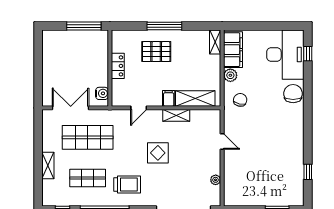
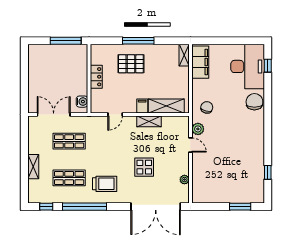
plant: (230, 75) -> (198, 129), moved
shop shelf: (88, 137) -> (69, 141), width x0.70, depth x0.74
display table: (158, 153) -> (144, 167), moved

